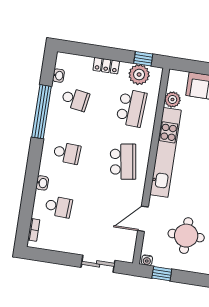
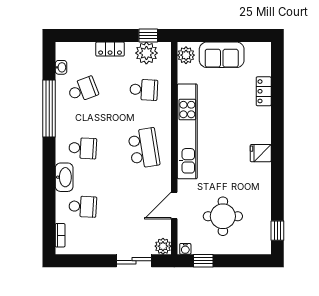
school desk: (75, 99) -> (83, 90), turned -30
plant: (172, 100) -> (186, 55), moved
school desk: (131, 108) -> (144, 90), width x0.54
washbasin: (42, 183) -> (64, 177), width x1.91, depth x1.45
plant: (127, 255) -> (163, 246), added

